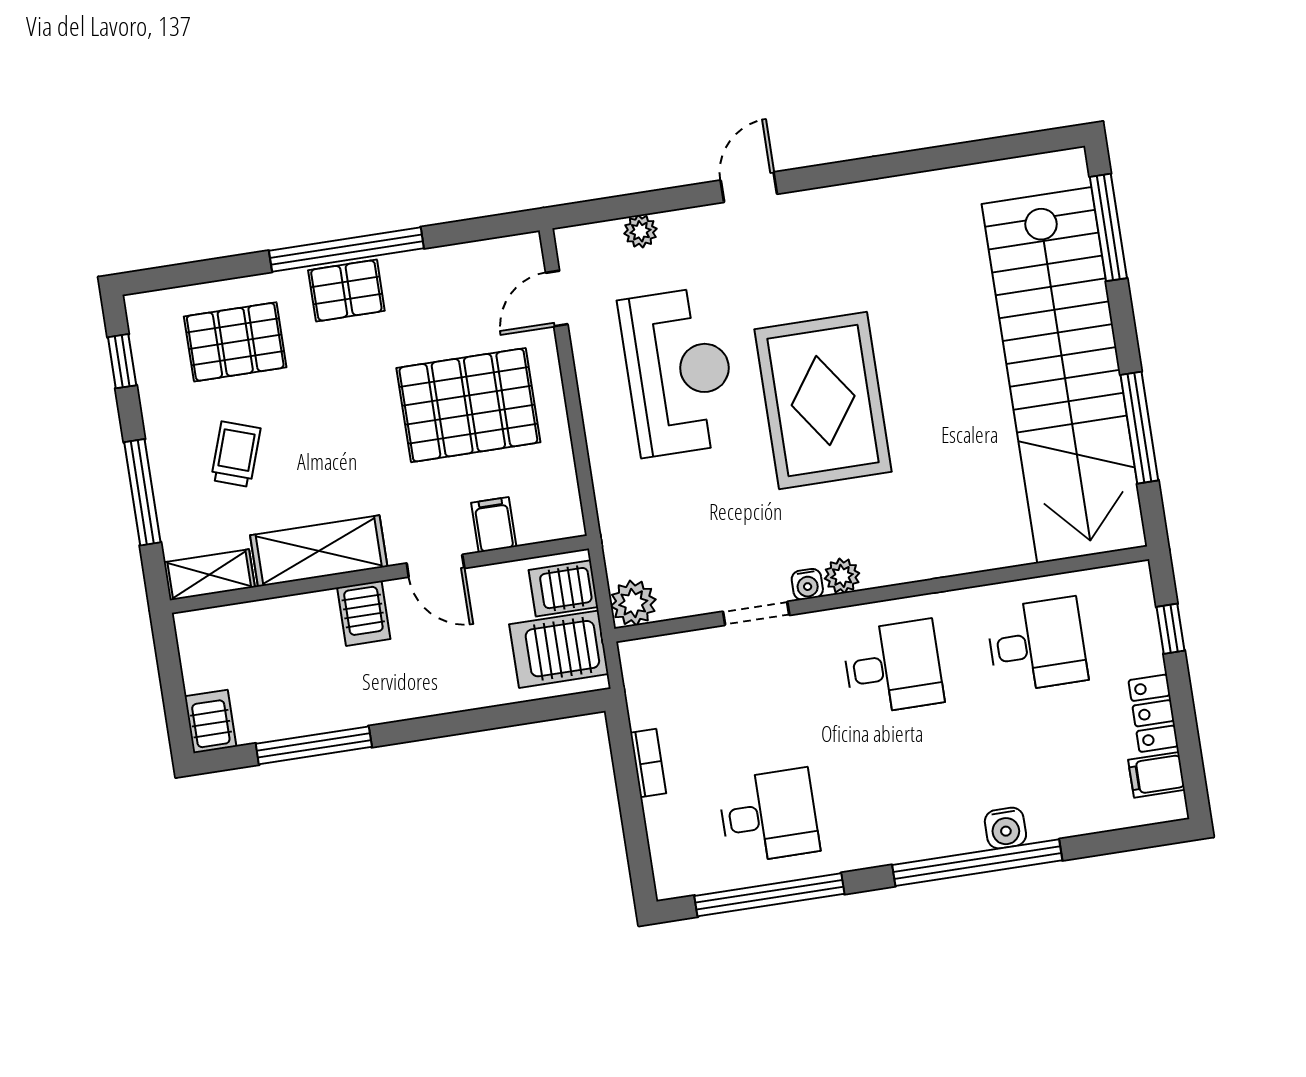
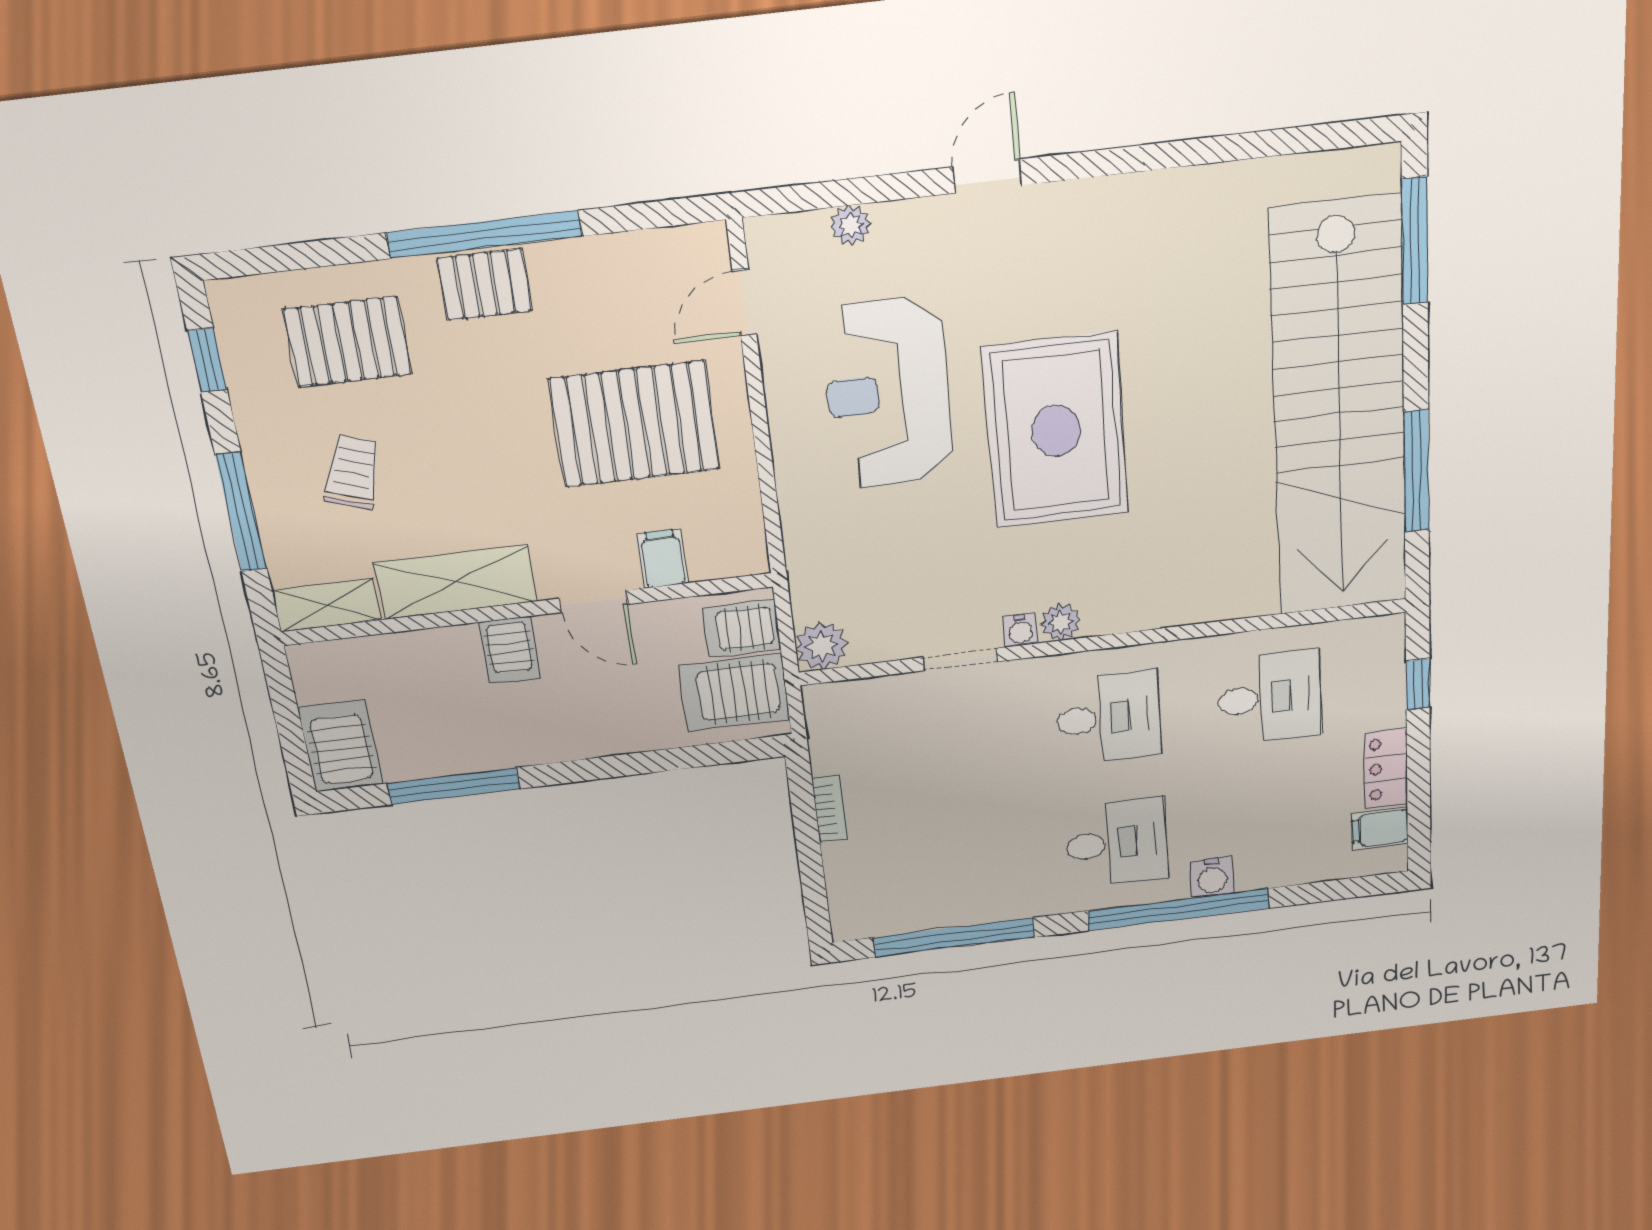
reception desk: (679, 372) -> (888, 393), turned 180
server rack: (211, 721) -> (341, 746), width x1.36, depth x1.44
desk: (769, 816) -> (1117, 843), moved

